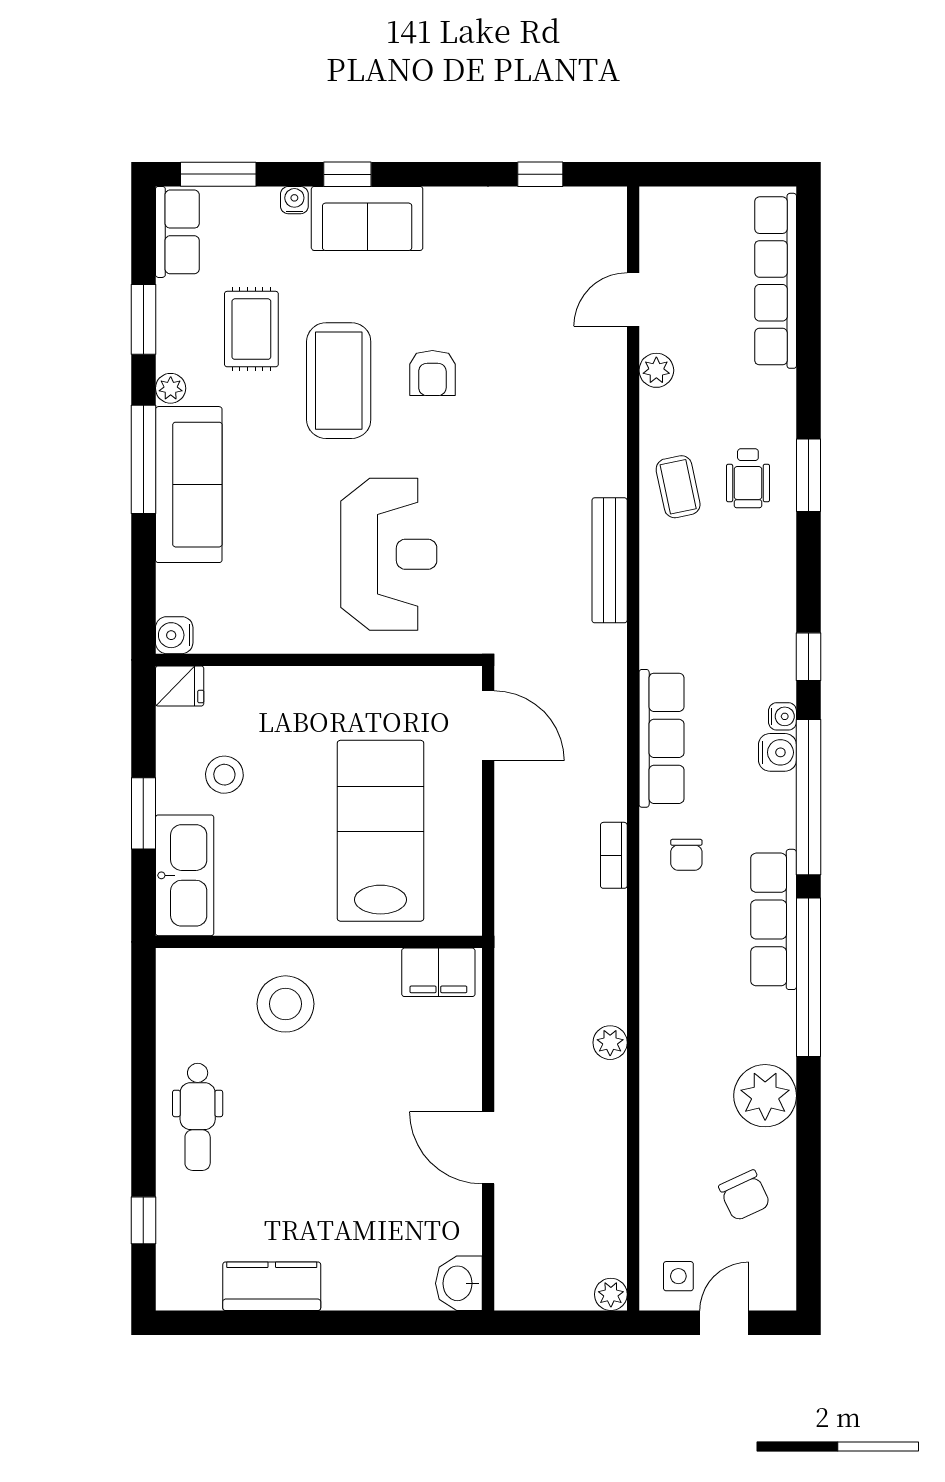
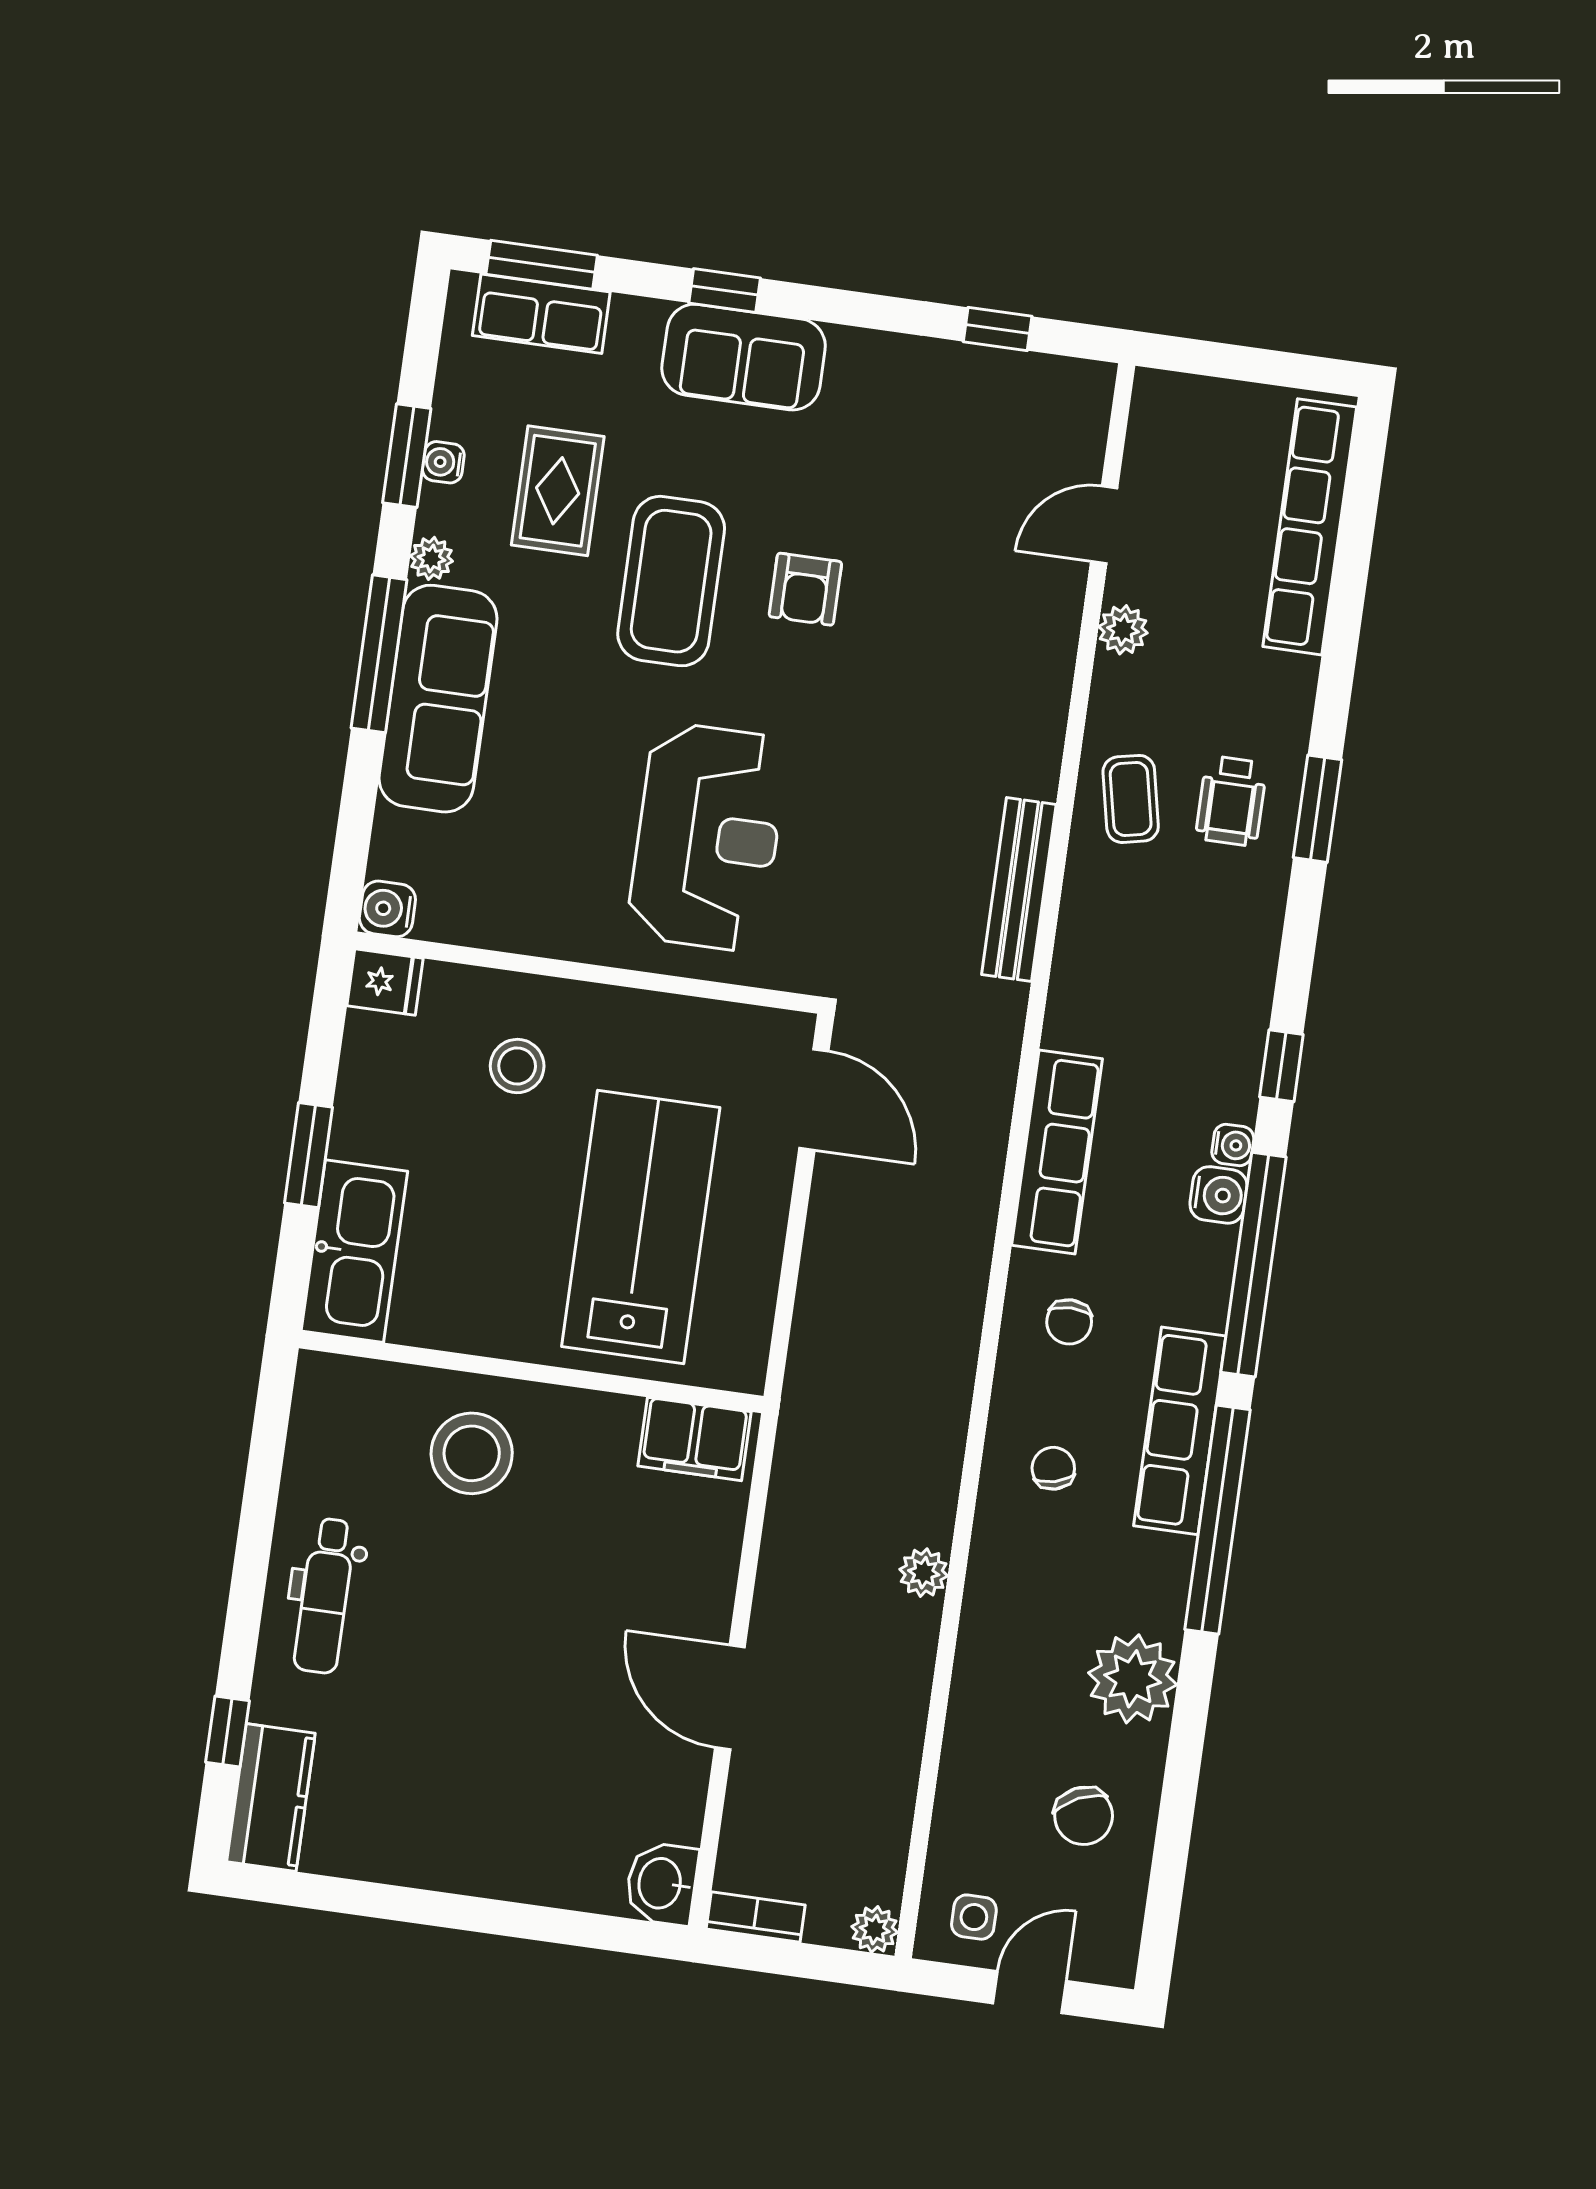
water cooler: (294, 200) -> (443, 462), moved, turned -90
row of seats: (177, 232) -> (541, 314), moved, turned 90
stool: (224, 775) -> (517, 1066), moved
bookcase: (614, 855) -> (756, 1917), moved, turned 90
chair: (690, 958) -> (1053, 1468), added
kitchen counter: (272, 1286) -> (271, 1798), moved, turned 90

